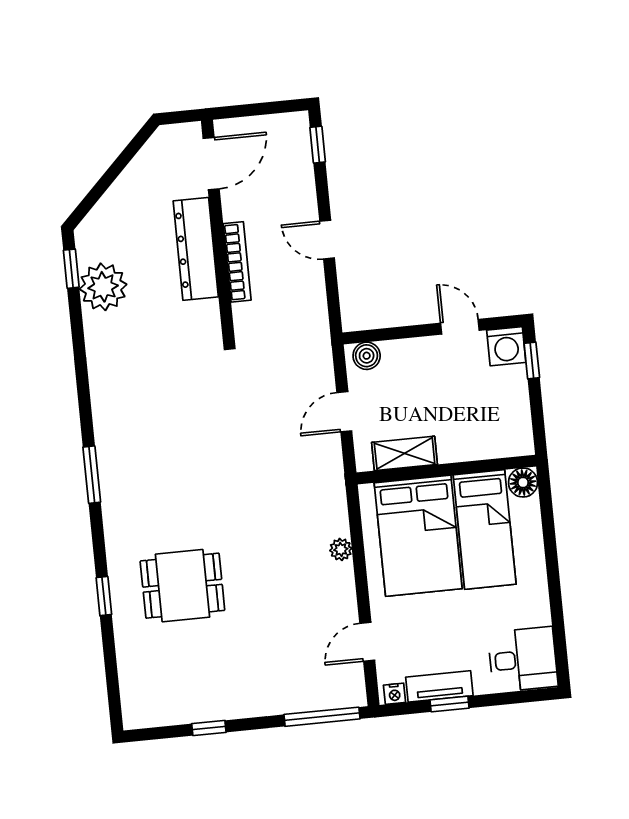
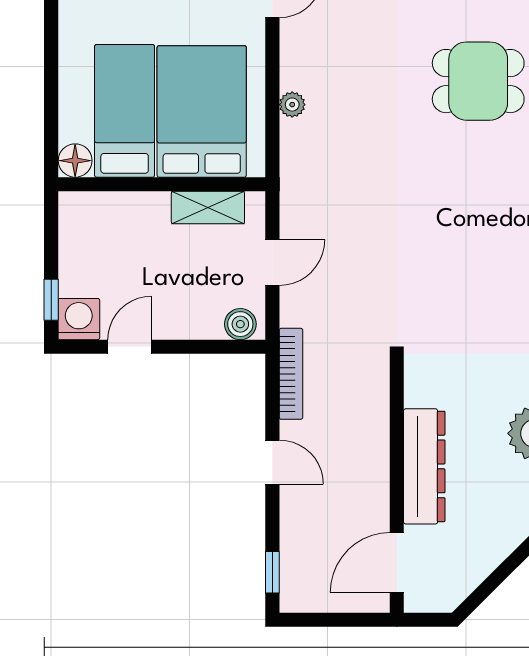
bookcase: (237, 262) -> (291, 374), moved, turned 180
door: (460, 327) -> (130, 347), swing flipped

